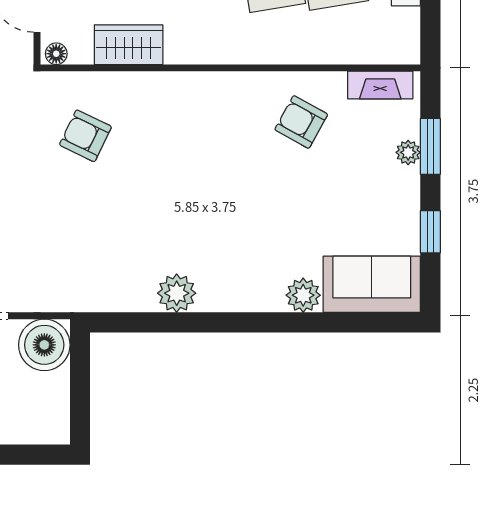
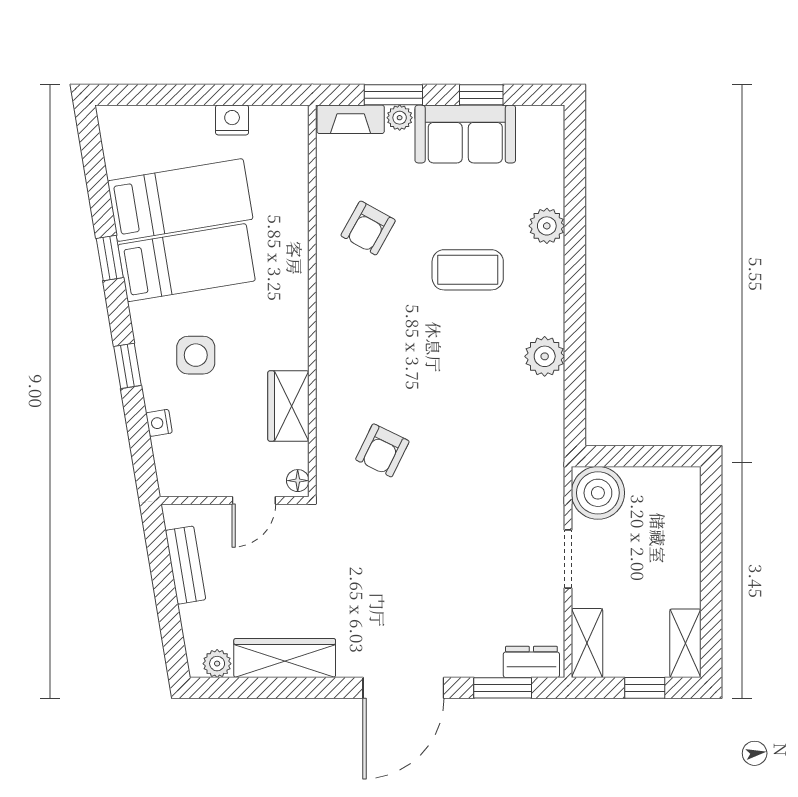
fireplace: (380, 85) -> (351, 119), moved, turned 90
coffee table: (261, 219) -> (468, 270), added
sofa: (372, 284) -> (465, 134), moved, turned -90

